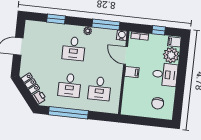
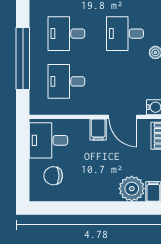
door: (126, 56) -> (123, 117), swing flipped
desk: (165, 75) -> (49, 140), moved, turned 90
window: (68, 113) -> (23, 59), moved

